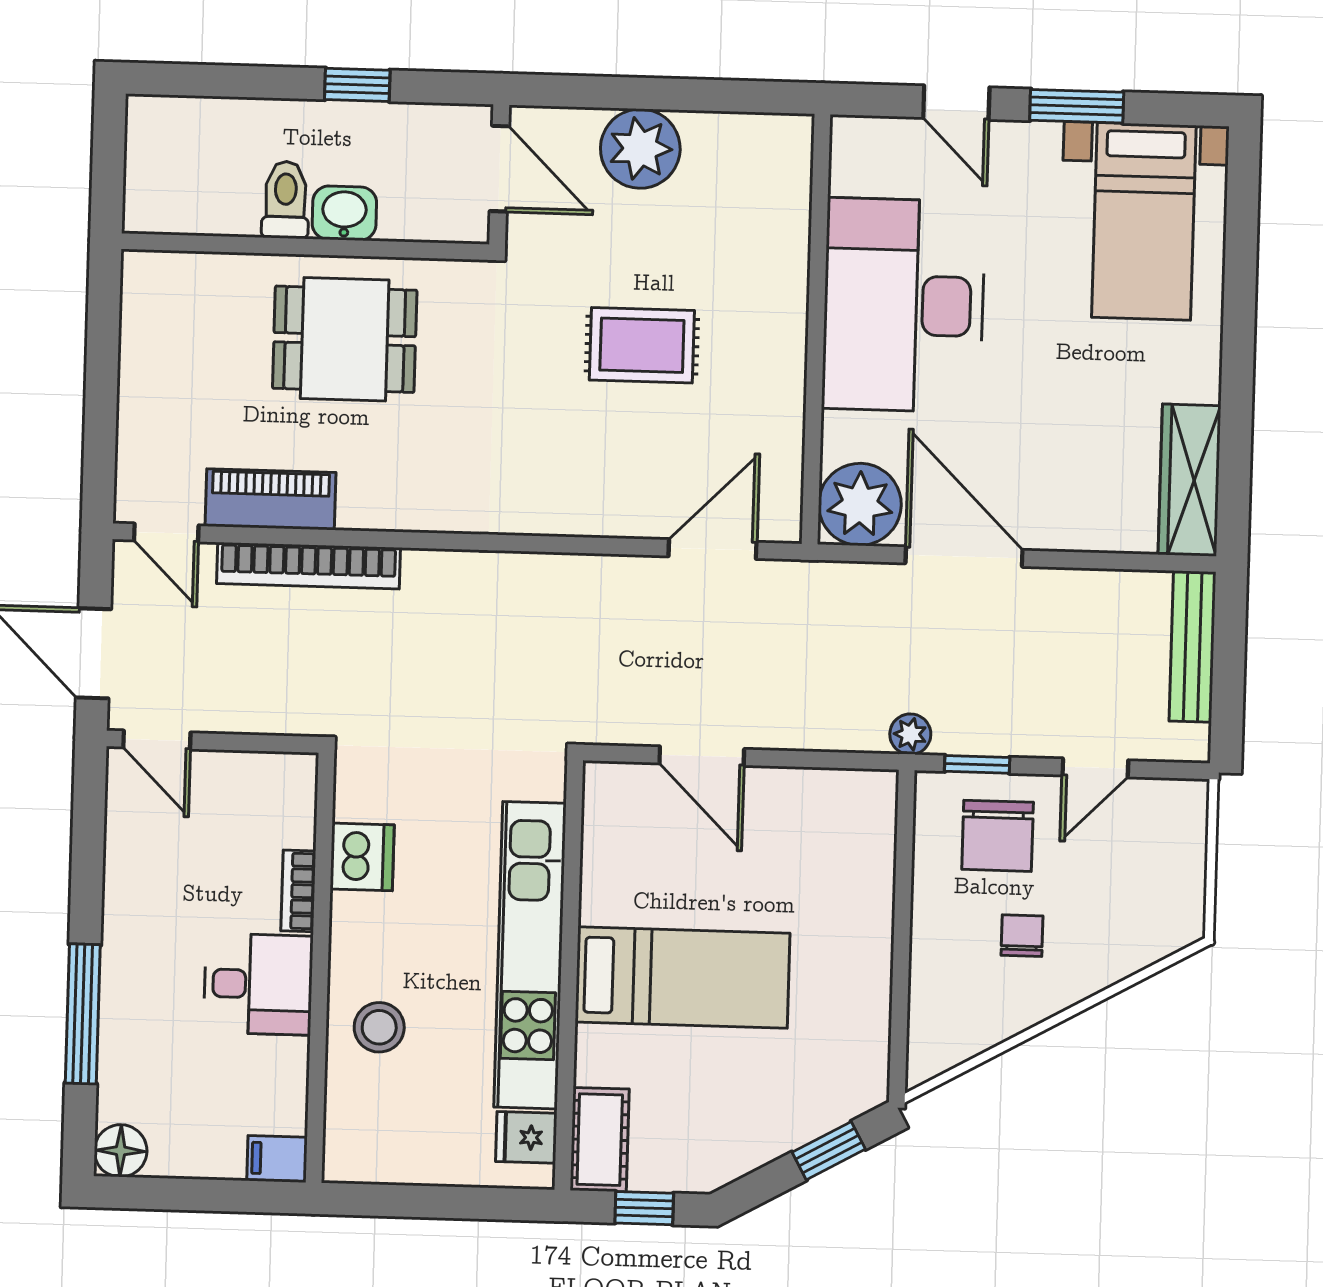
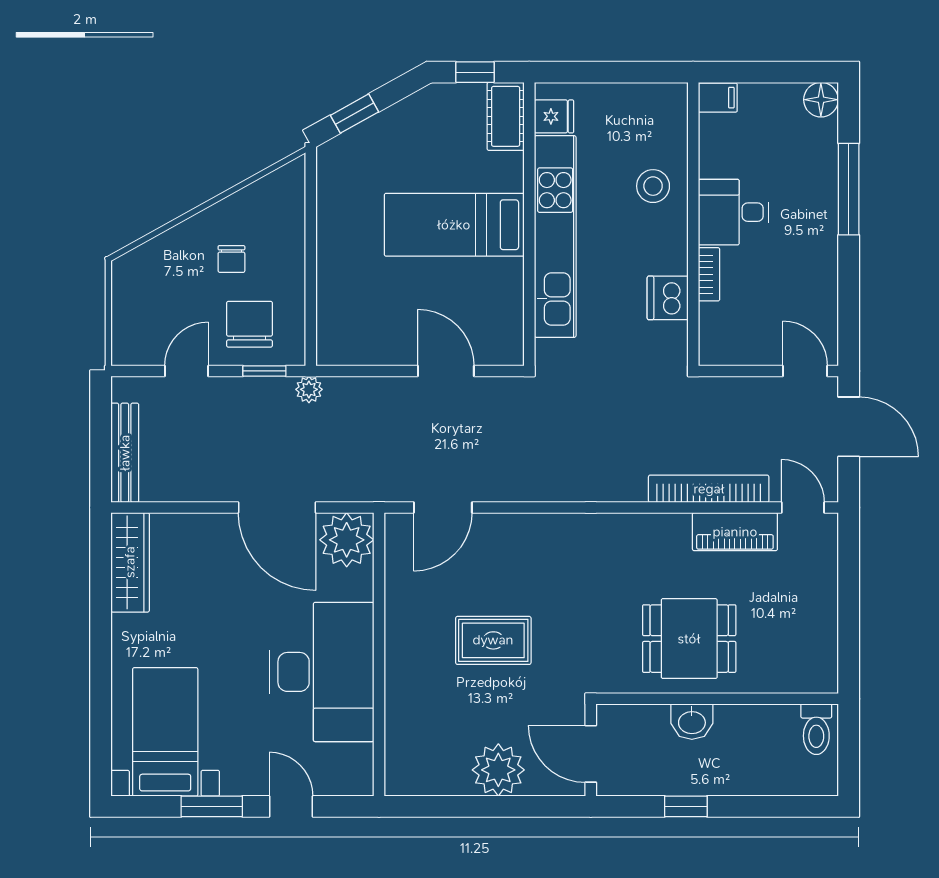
toilet: (286, 200) -> (816, 729), moved

